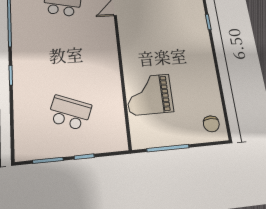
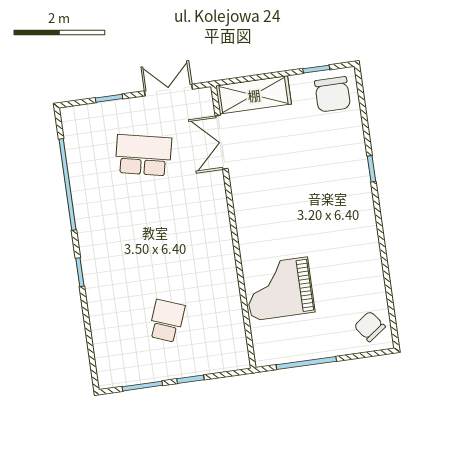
school desk: (70, 113) -> (167, 321), width x0.54
chair: (211, 124) -> (370, 326), turned 144

